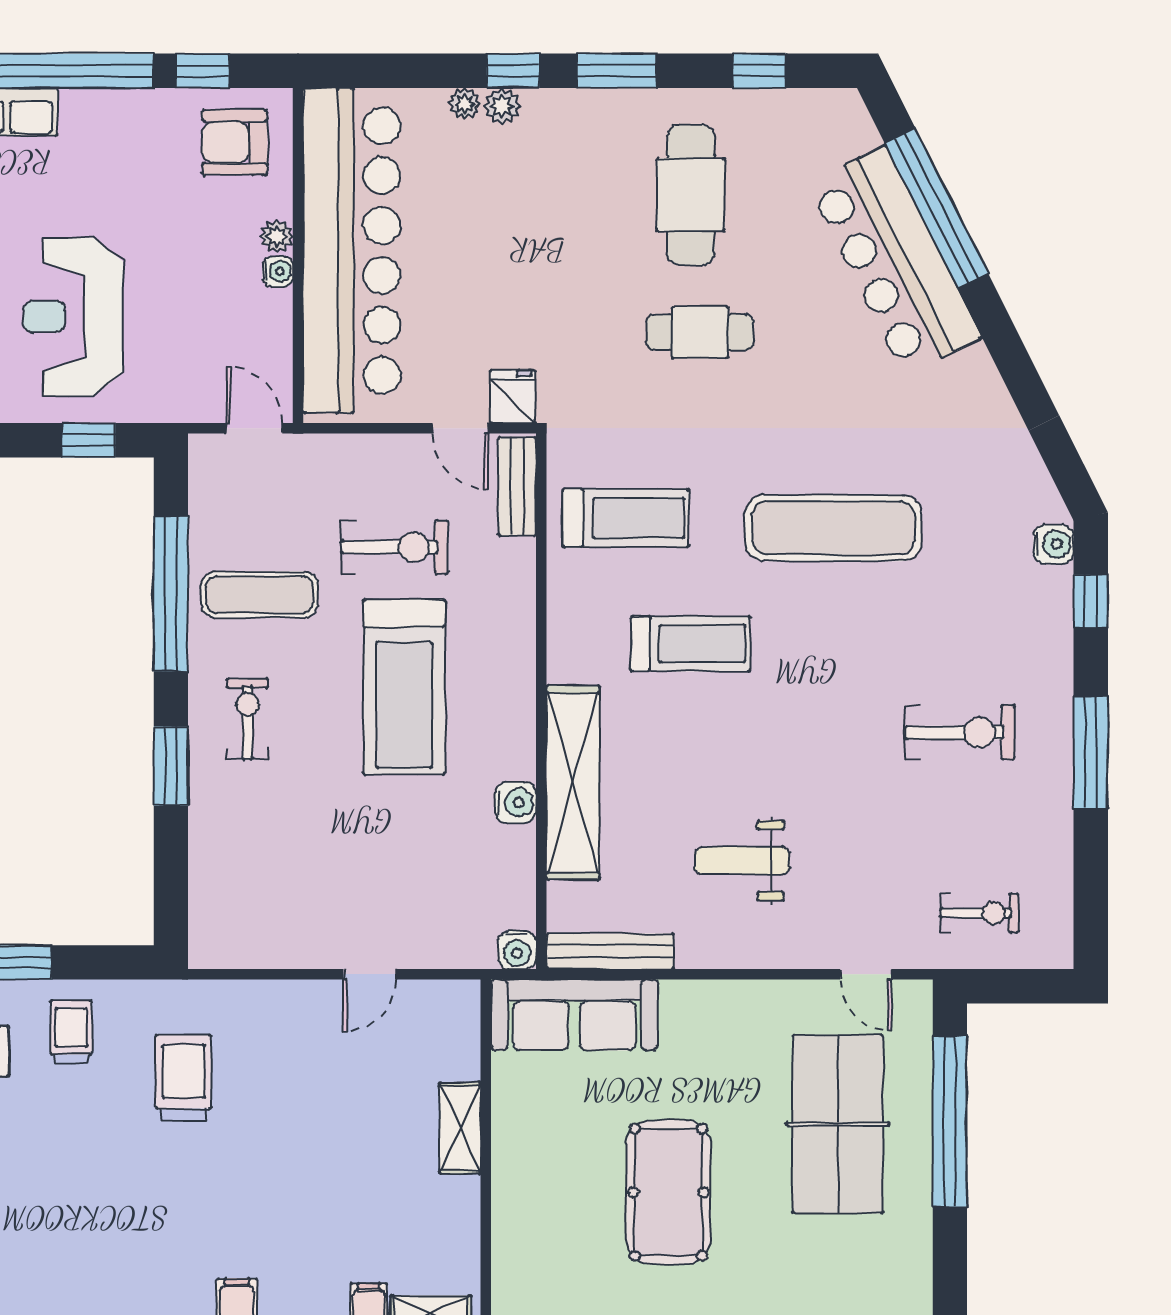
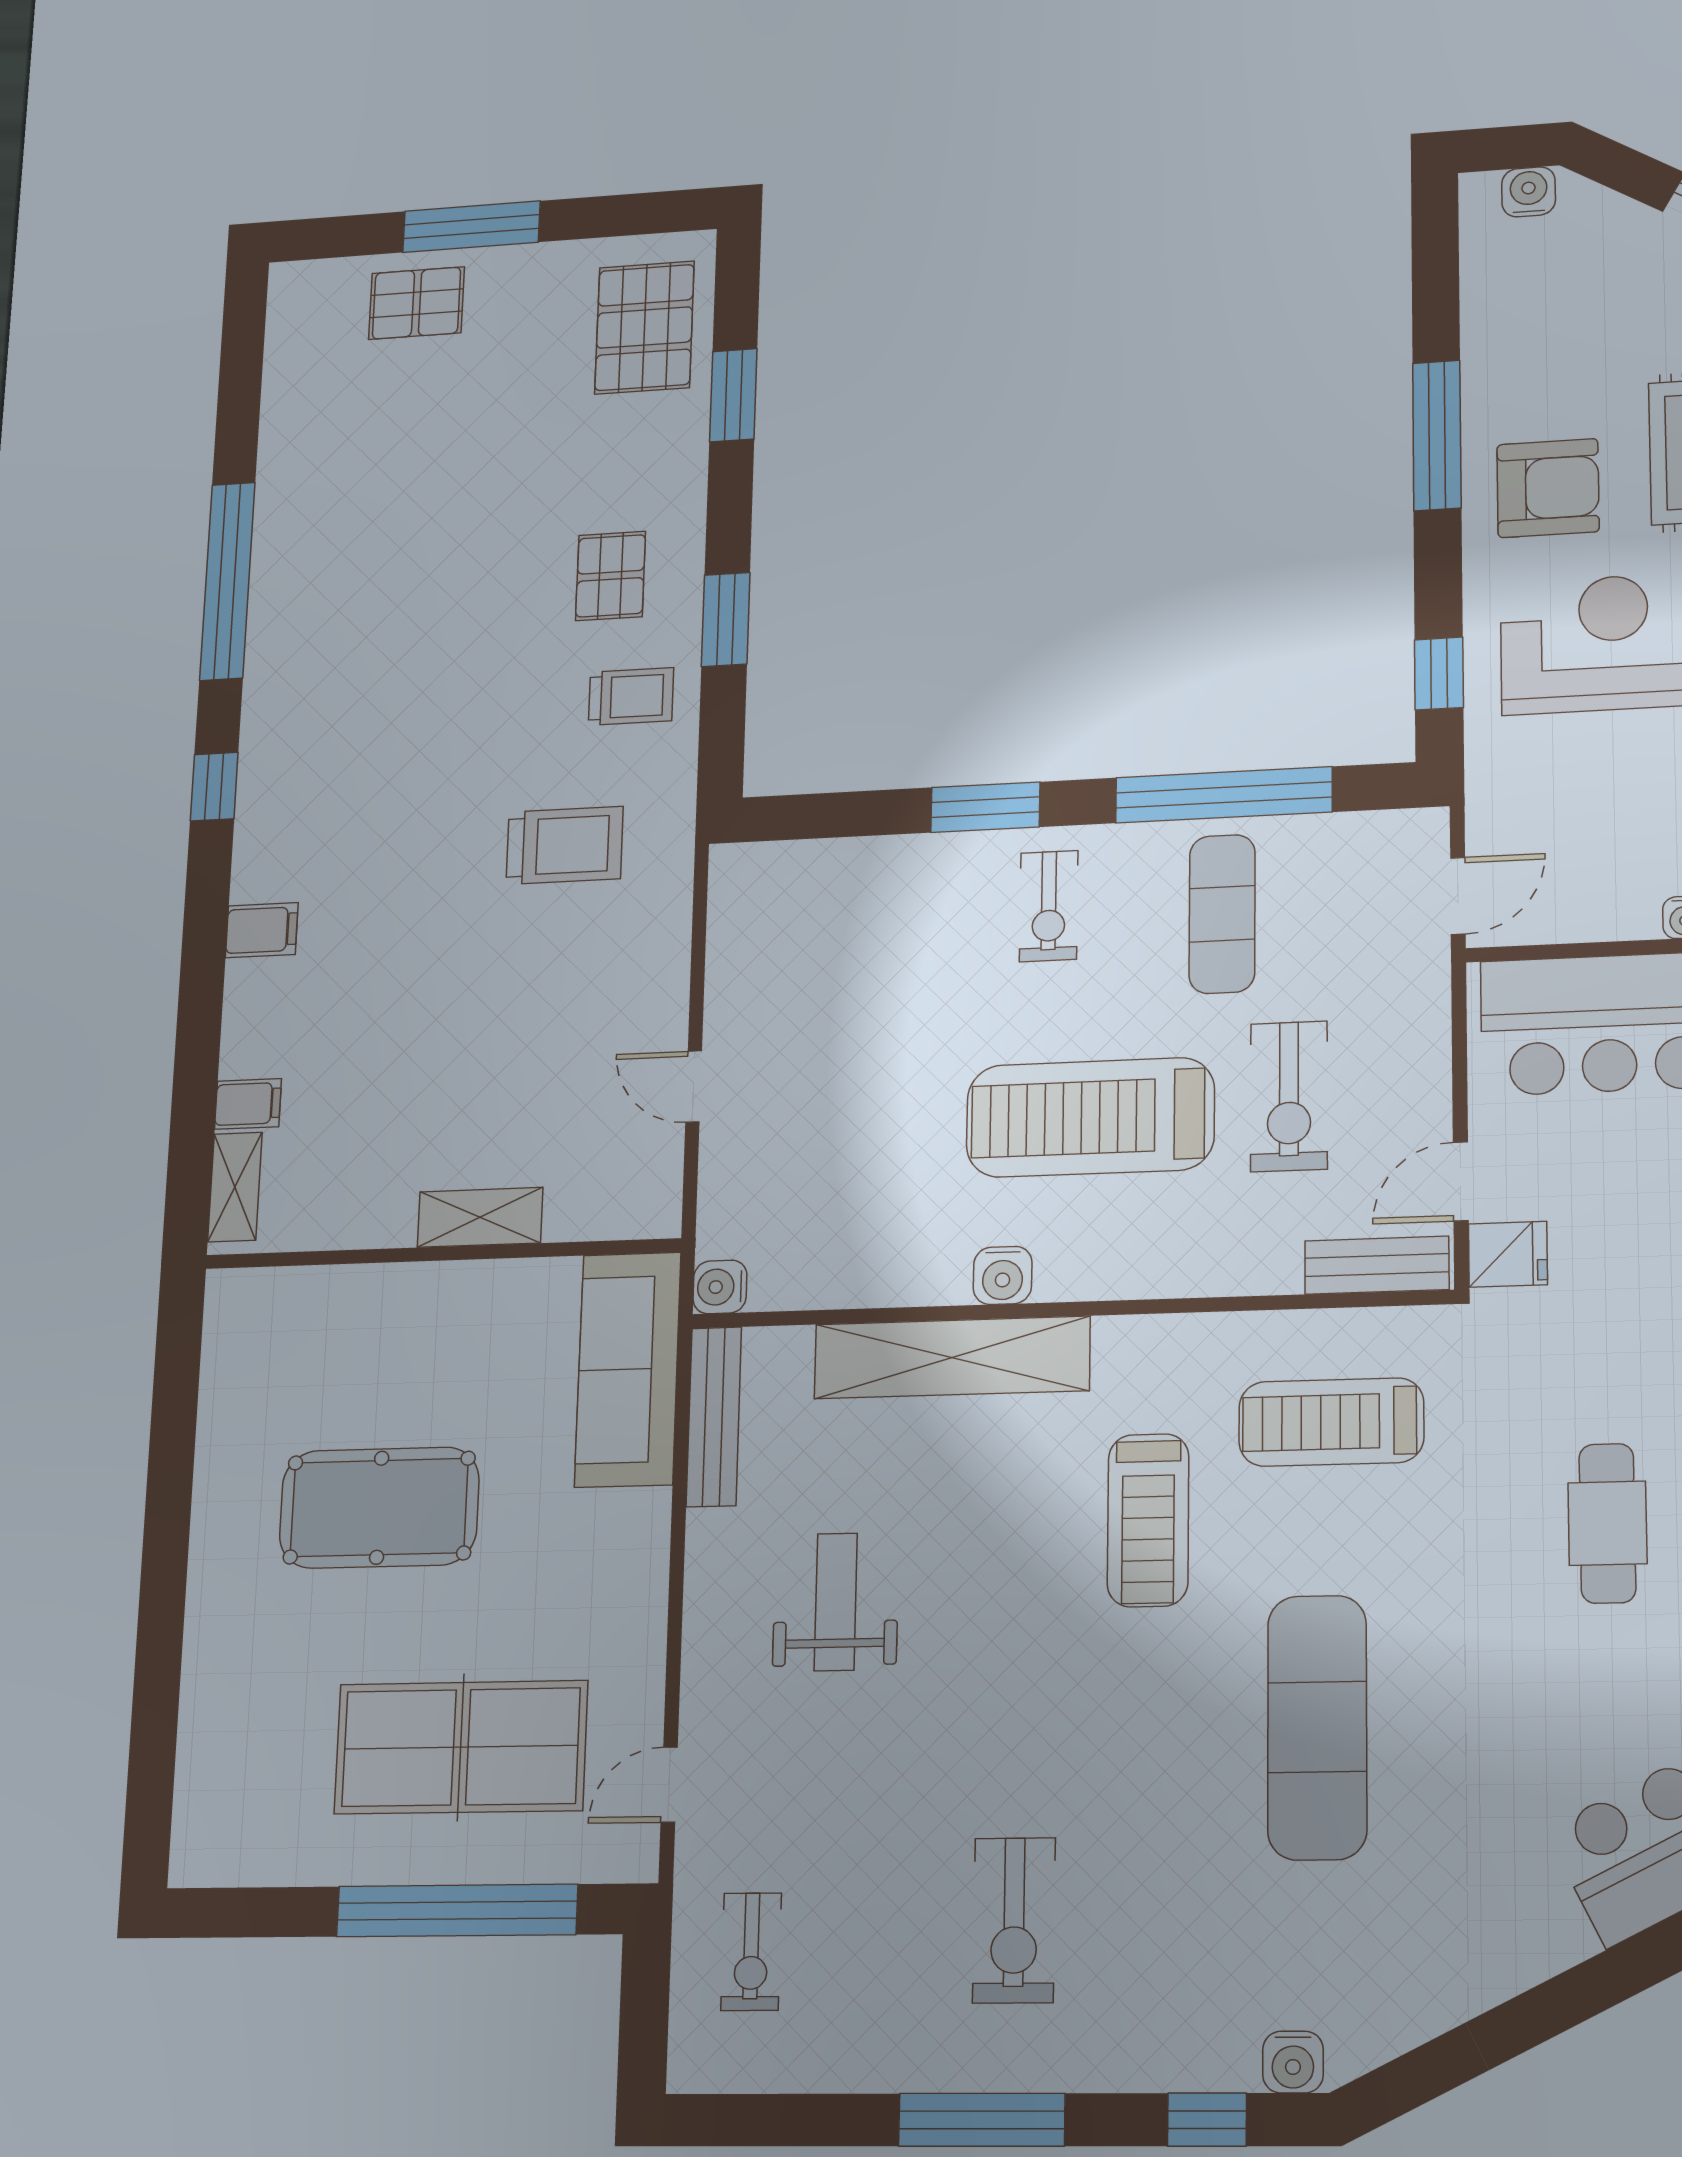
treadmill: (626, 518) -> (1331, 1422), turned 90
exercise bike: (247, 719) -> (1049, 906), turned 90
water cooler: (516, 803) -> (1003, 1275), moved

